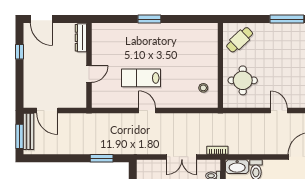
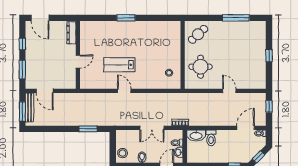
window: (19, 84) -> (22, 70), added

